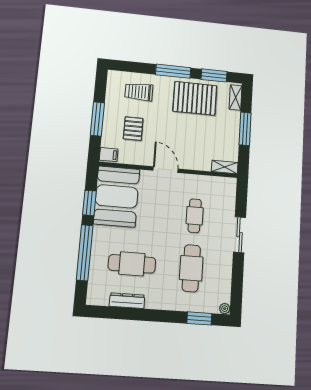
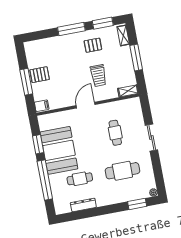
trolley: (139, 92) -> (98, 76), moved, turned -90
pallet: (195, 98) -> (93, 45), width x0.49, depth x0.50
pallet: (133, 129) -> (40, 75), moved, turned 90
door: (166, 170) -> (86, 105), hinge flipped
booth: (117, 196) -> (59, 150), moved
cafe table: (132, 264) -> (80, 179), width x0.73, depth x0.74
cafe table: (191, 268) -> (122, 171), turned 90

